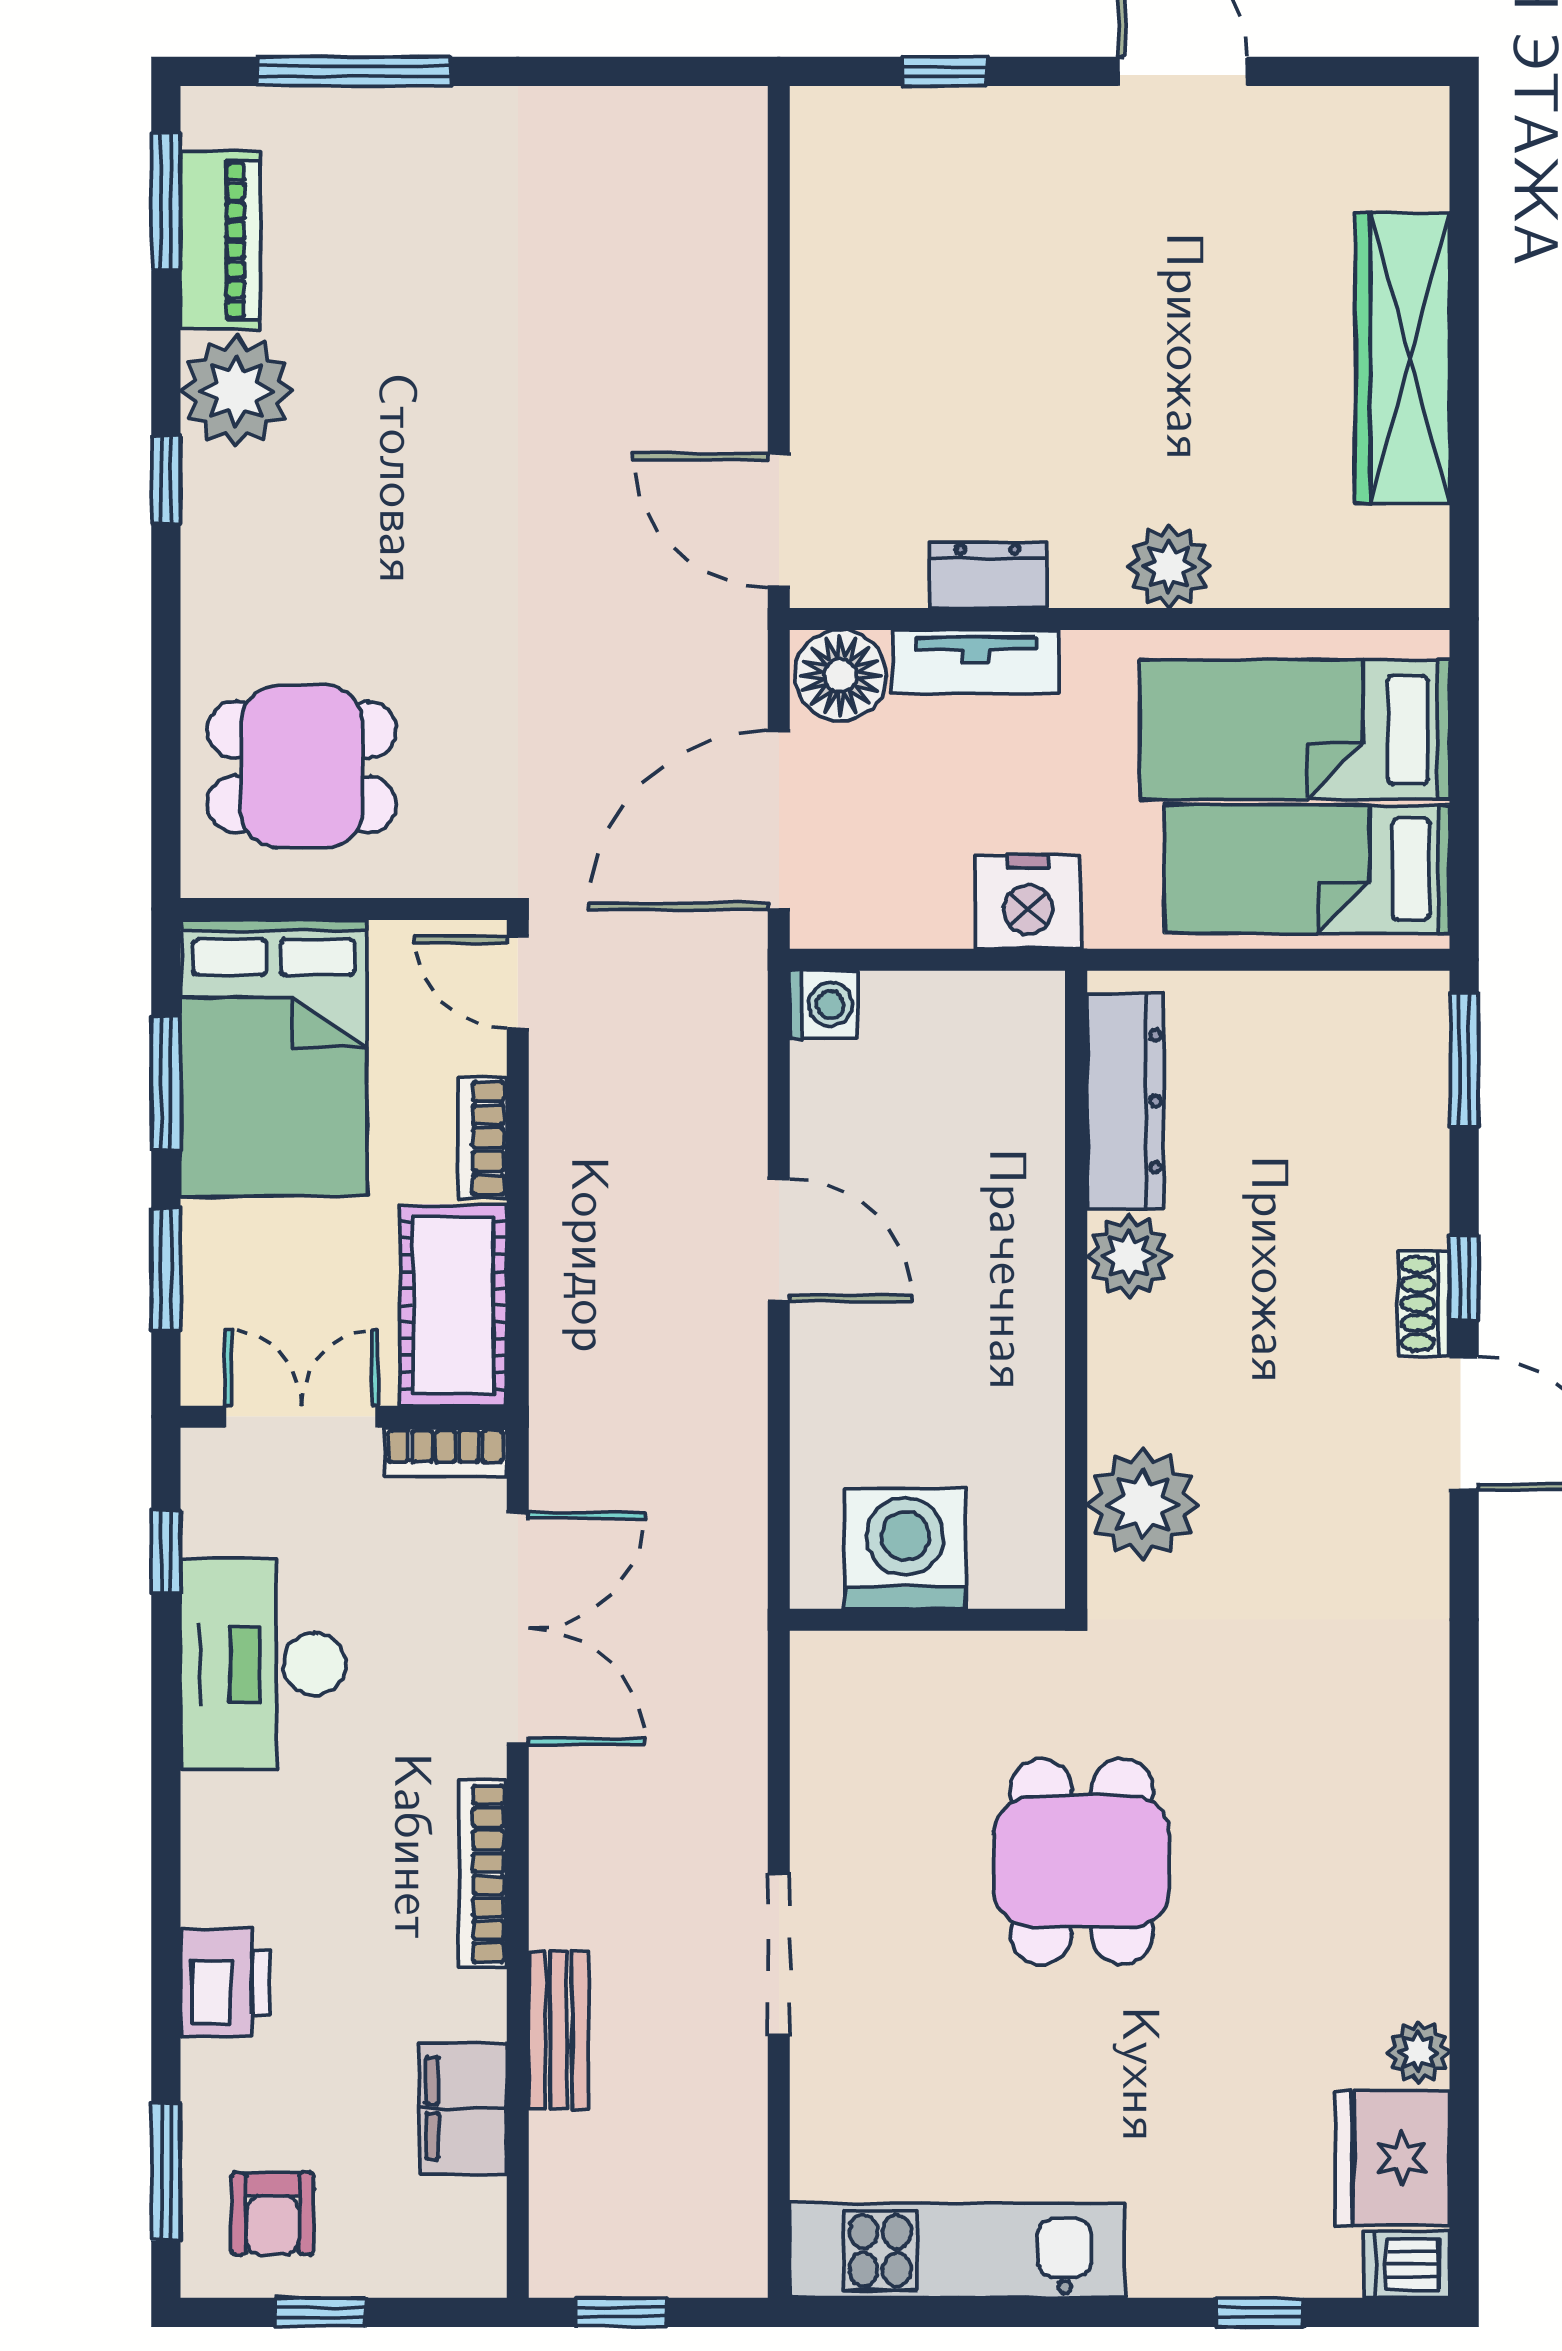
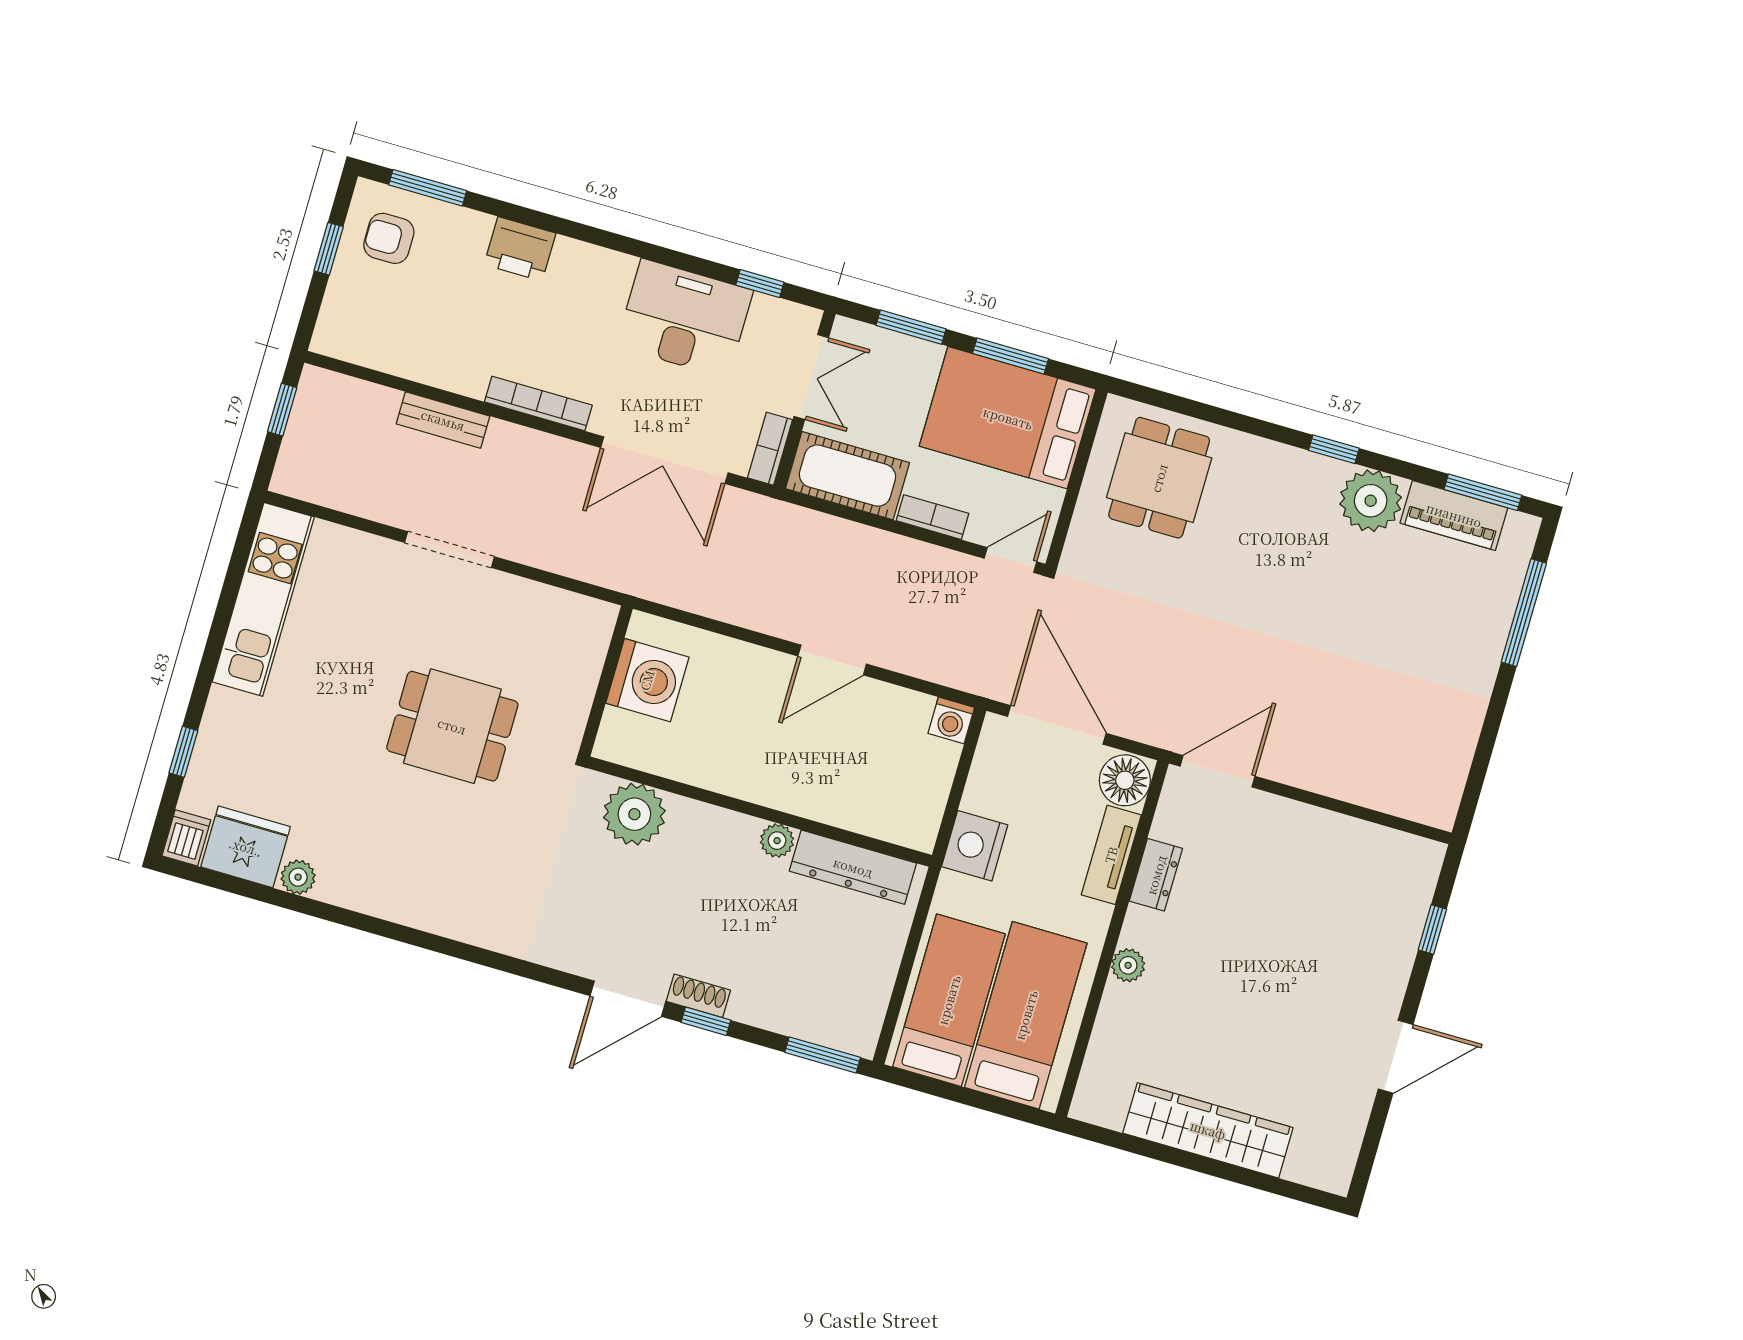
plant: (1169, 567) -> (1128, 965), width x0.73, depth x0.73
plant: (1129, 1256) -> (777, 841), width x0.73, depth x0.73
filing cabinet: (463, 2108) -> (416, 357), removed

